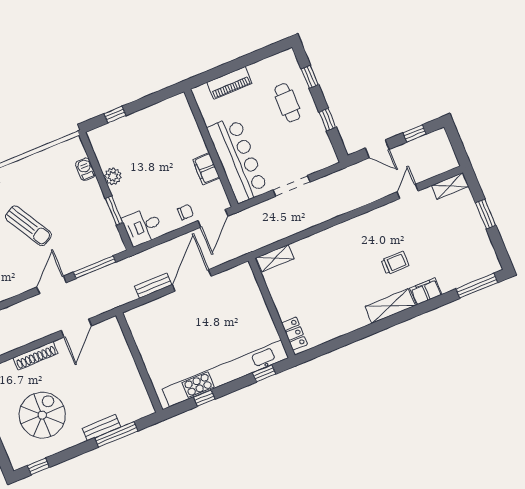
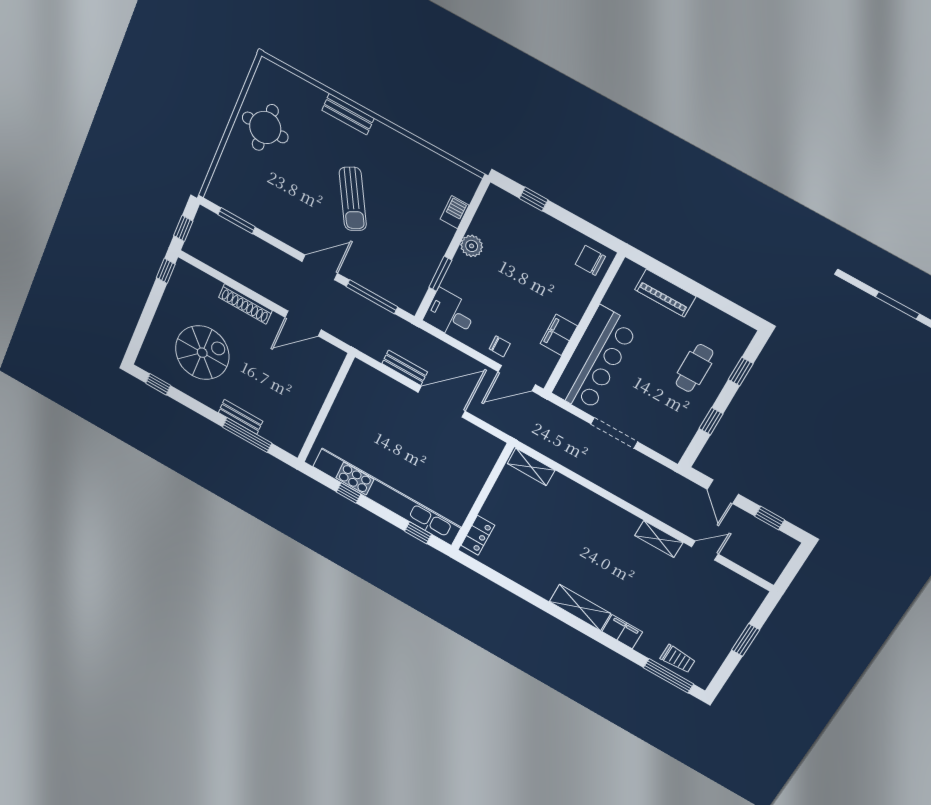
chair: (176, 111) -> (590, 260), added
shelving: (450, 186) -> (659, 539), moved
trolley: (395, 263) -> (678, 659), moved

